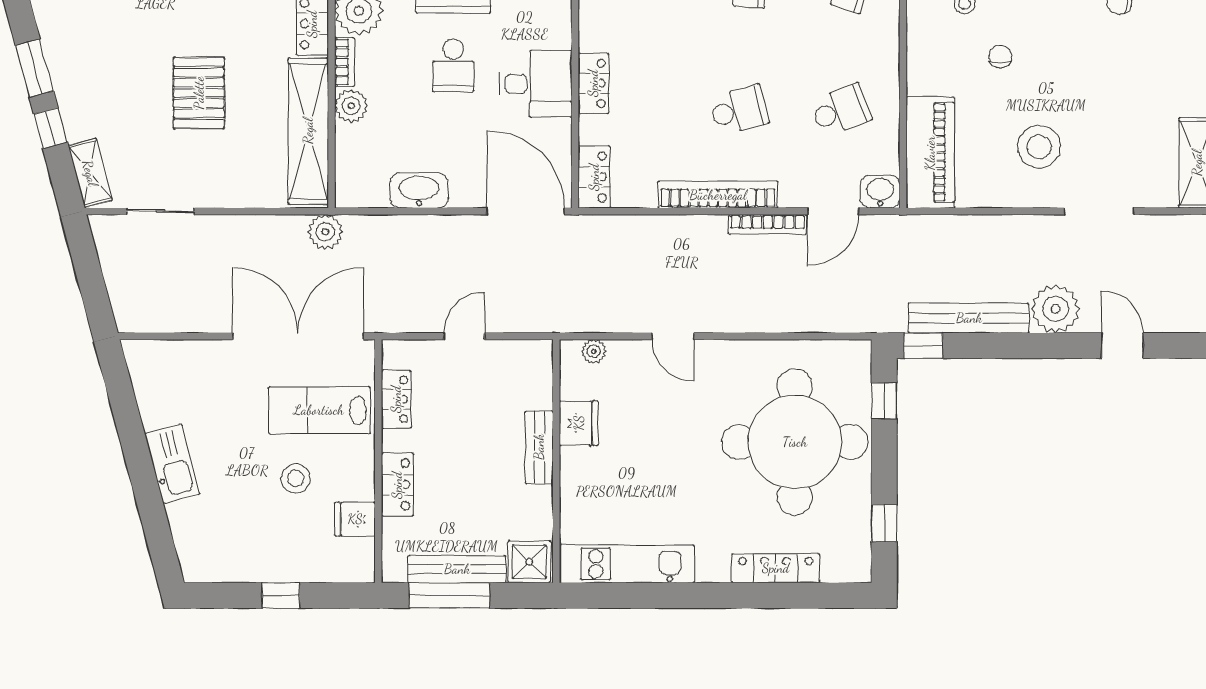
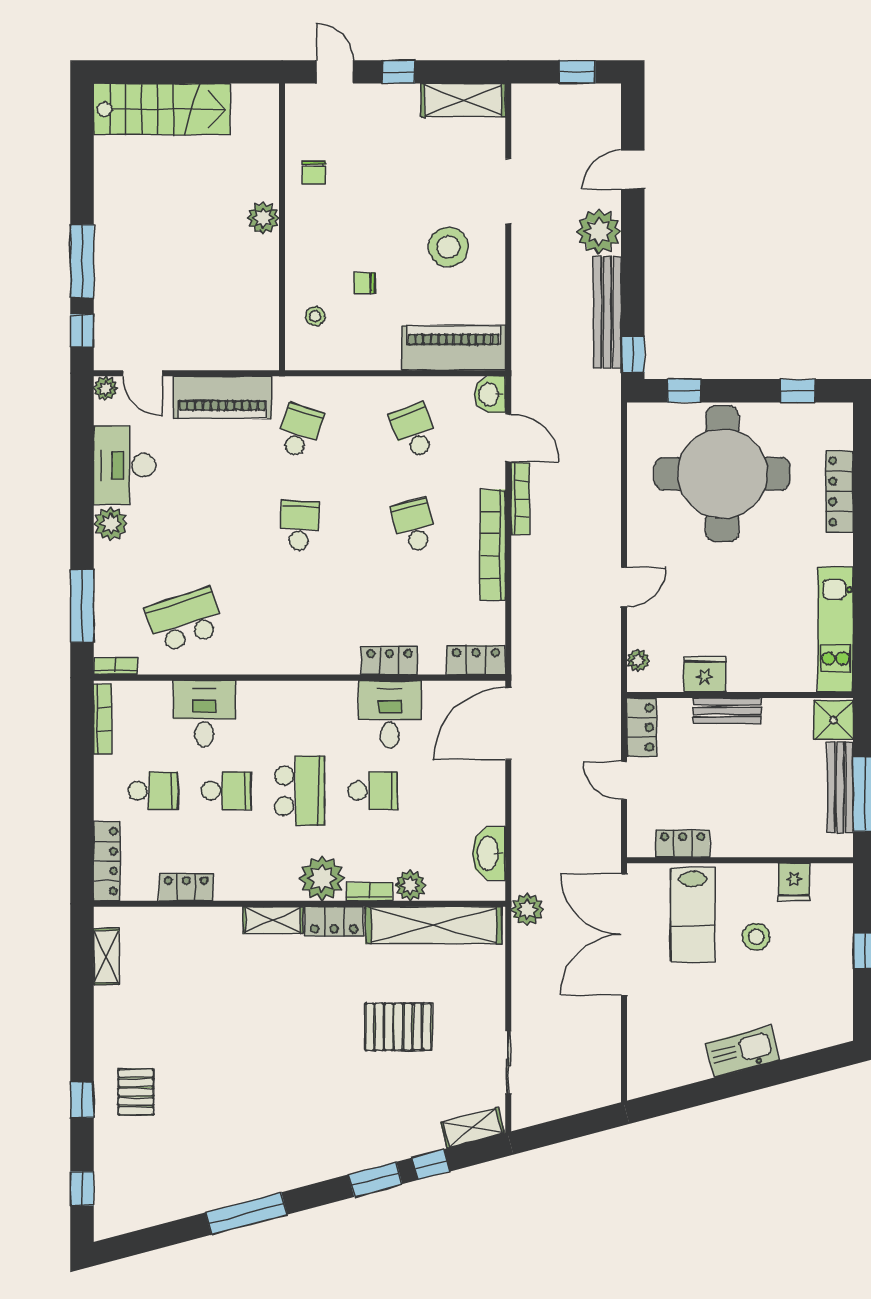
washbasin: (419, 190) -> (489, 853), moved
locker: (397, 485) -> (642, 727), moved, turned 90

